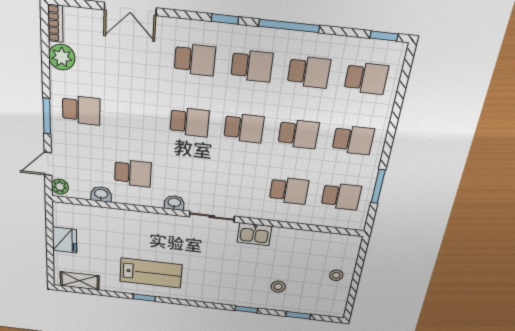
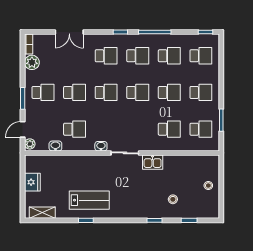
school desk: (135, 116) -> (75, 92), added

